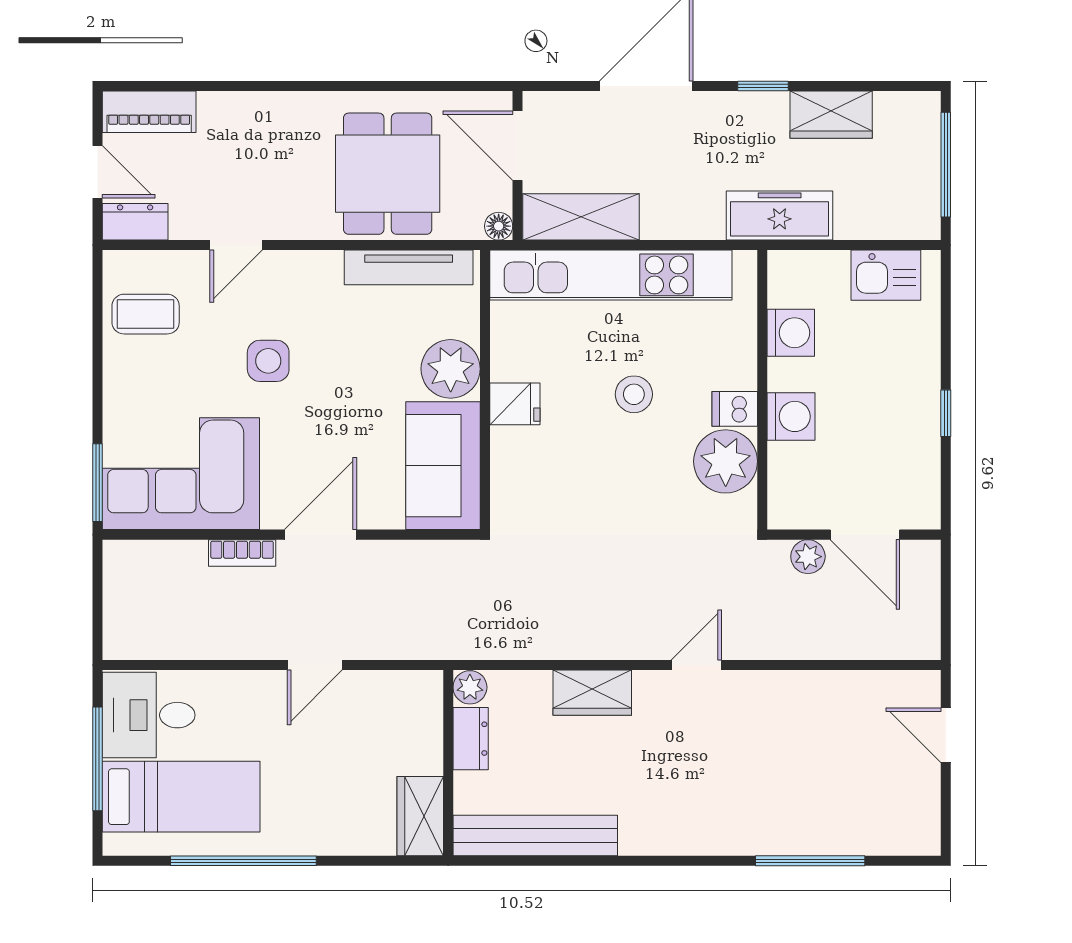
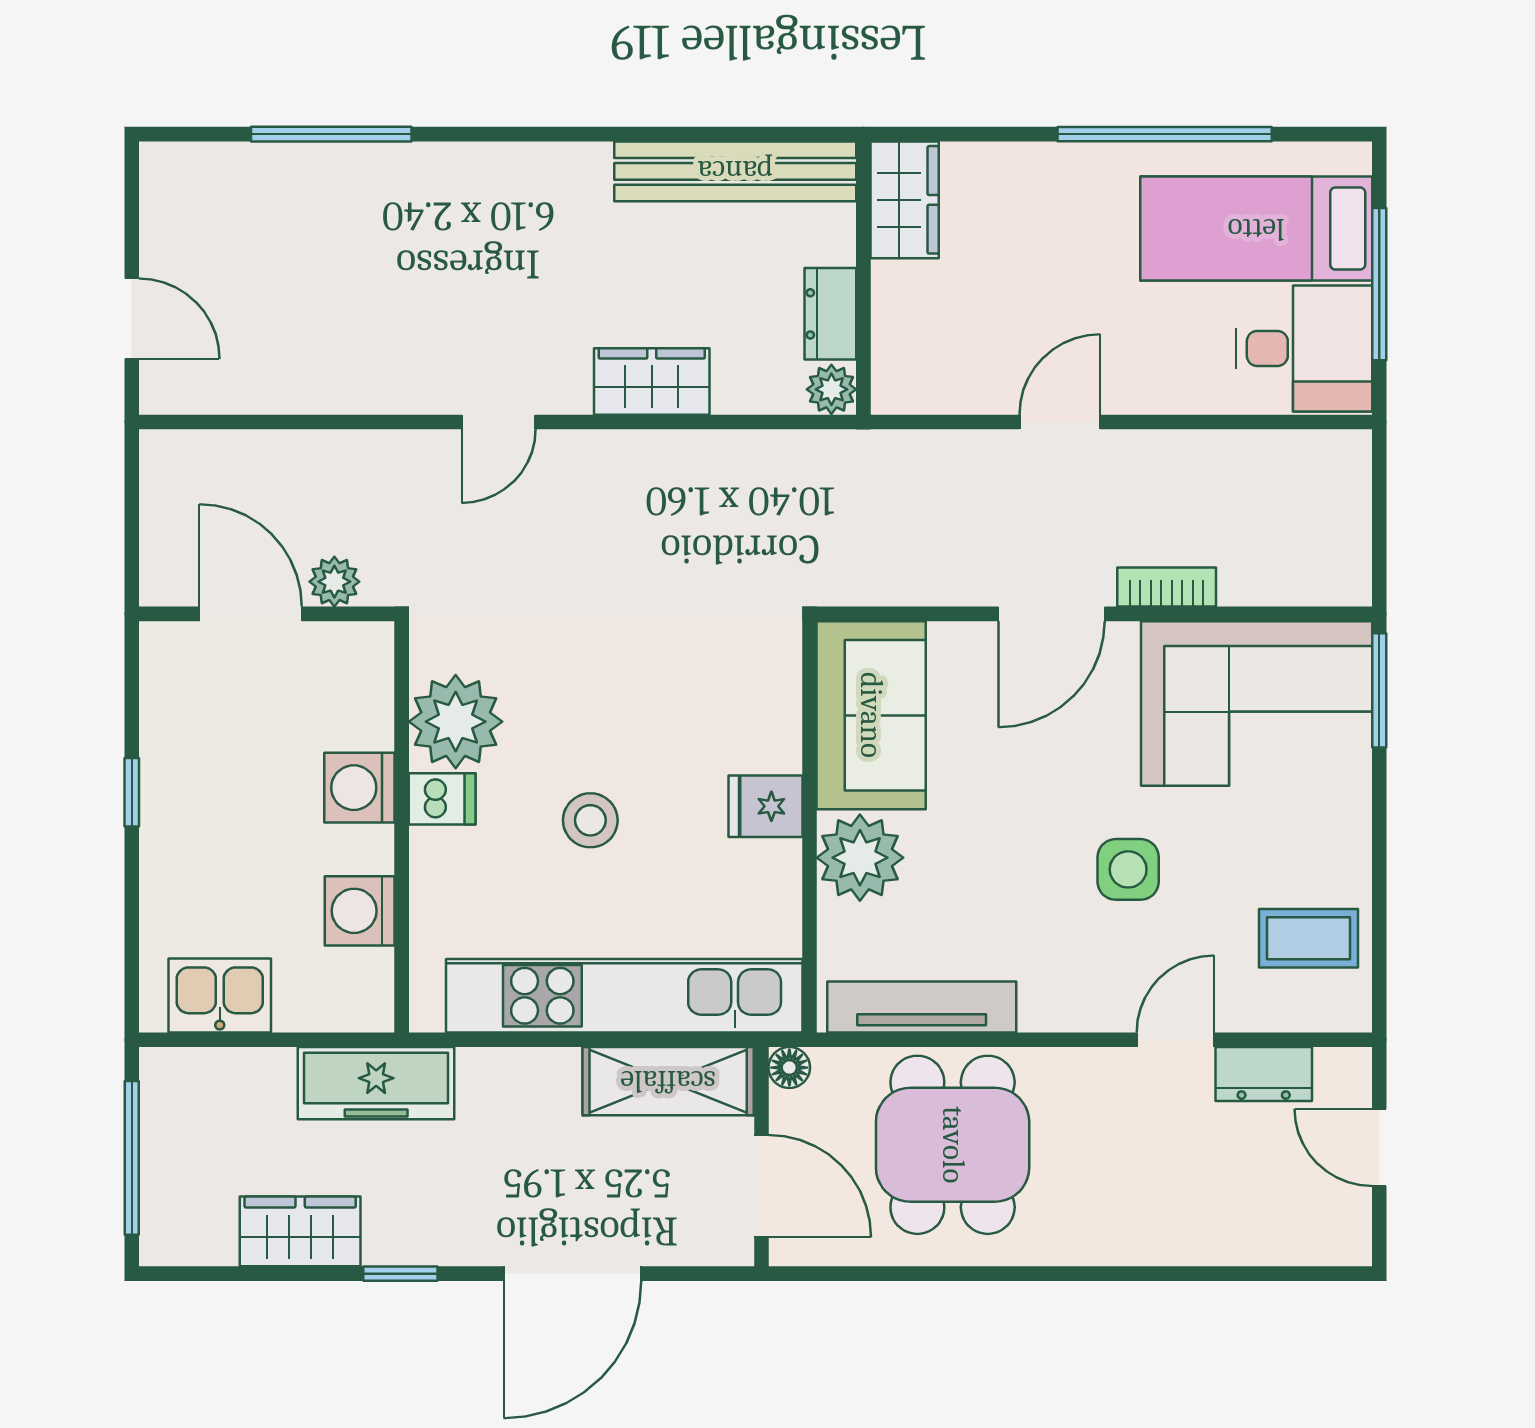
piano: (149, 112) -> (1303, 1236), removed
dresser: (135, 222) -> (1264, 1074), moved

